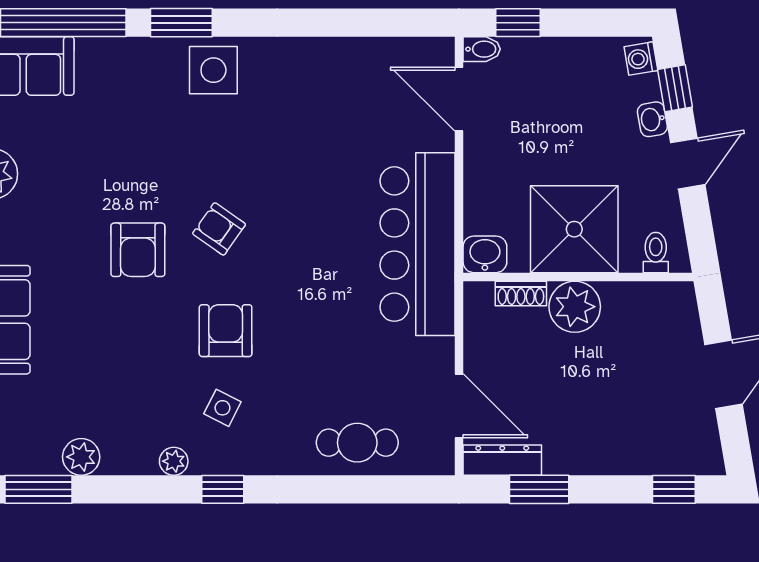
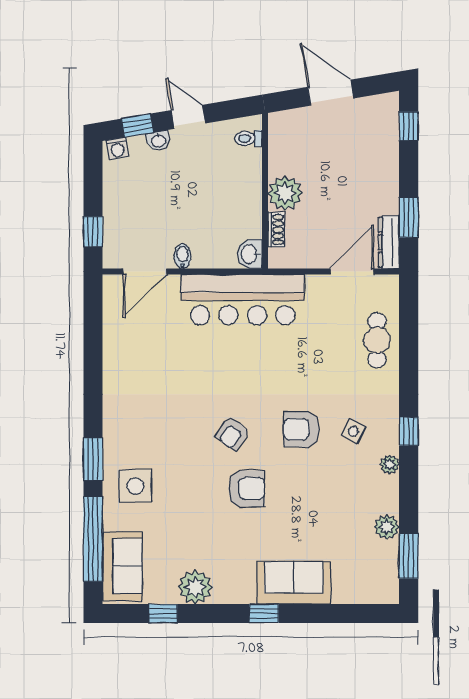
bidet: (482, 49) -> (183, 256), moved
side table: (213, 70) -> (135, 486), moved
shower: (574, 229) -> (233, 194), removed

